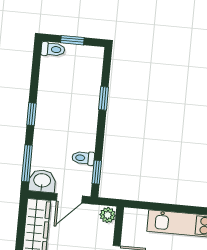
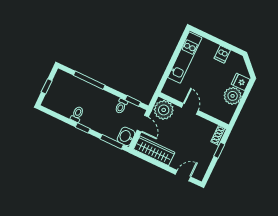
toilet: (53, 49) -> (77, 114), moved
window: (104, 98) -> (89, 80), width x2.17
plant: (108, 215) -> (164, 110), width x1.88, depth x1.88

